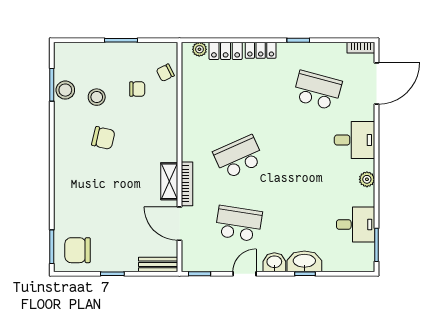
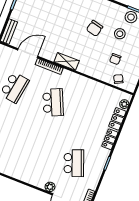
school desk: (317, 90) -> (74, 163), turned -36
desk: (355, 140) -> (37, 173), removed
plant: (367, 179) -> (50, 187), moved
shelving: (169, 181) -> (67, 61), moved

